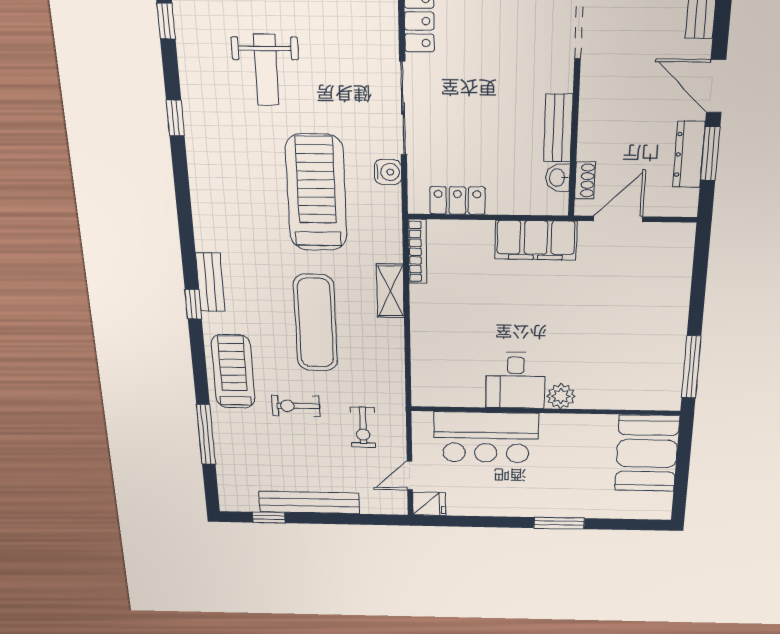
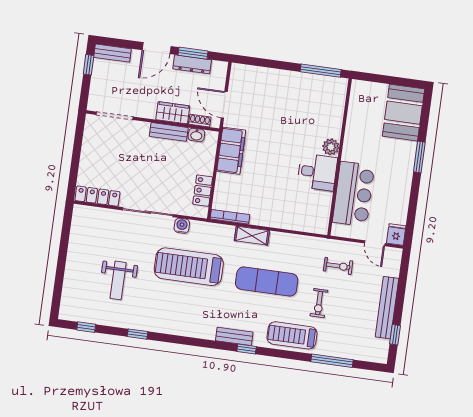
weight bench: (266, 70) -> (118, 280), turned 90
wardrobe: (595, 131) -> (173, 113), added
booth: (647, 453) -> (403, 113), moved, turned 90

